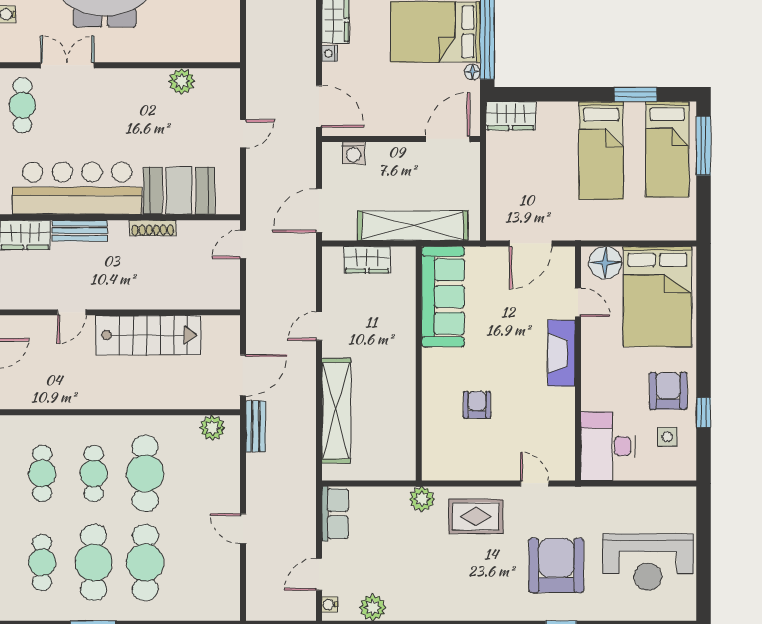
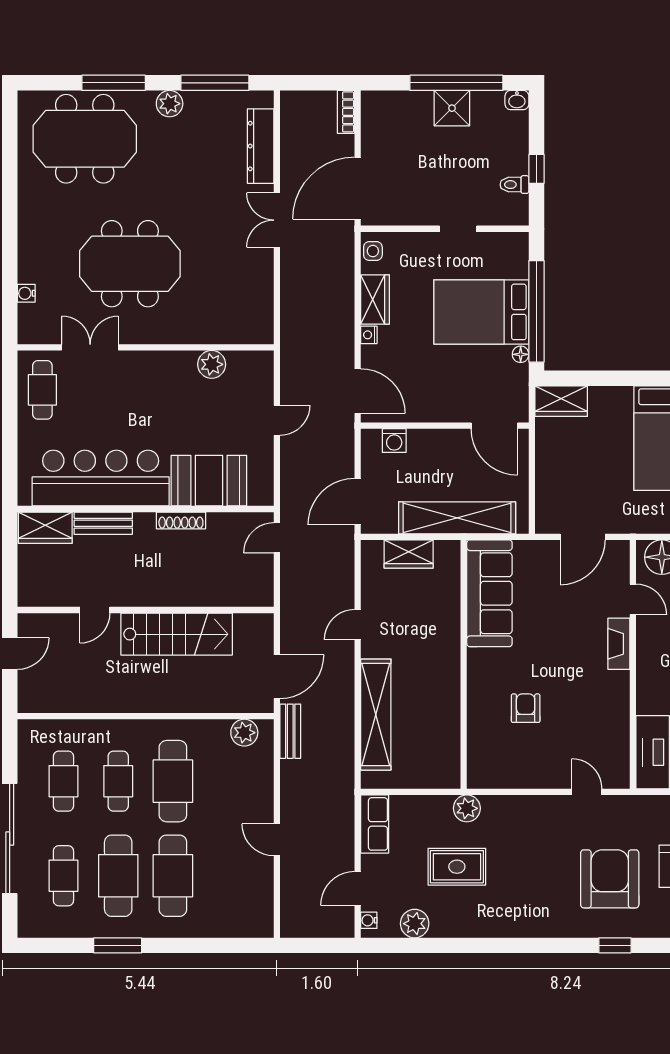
door: (448, 139) -> (494, 426), swing flipped
fireplace: (562, 353) -> (619, 644), width x0.73, depth x0.76
rug: (476, 516) -> (457, 867), moved

